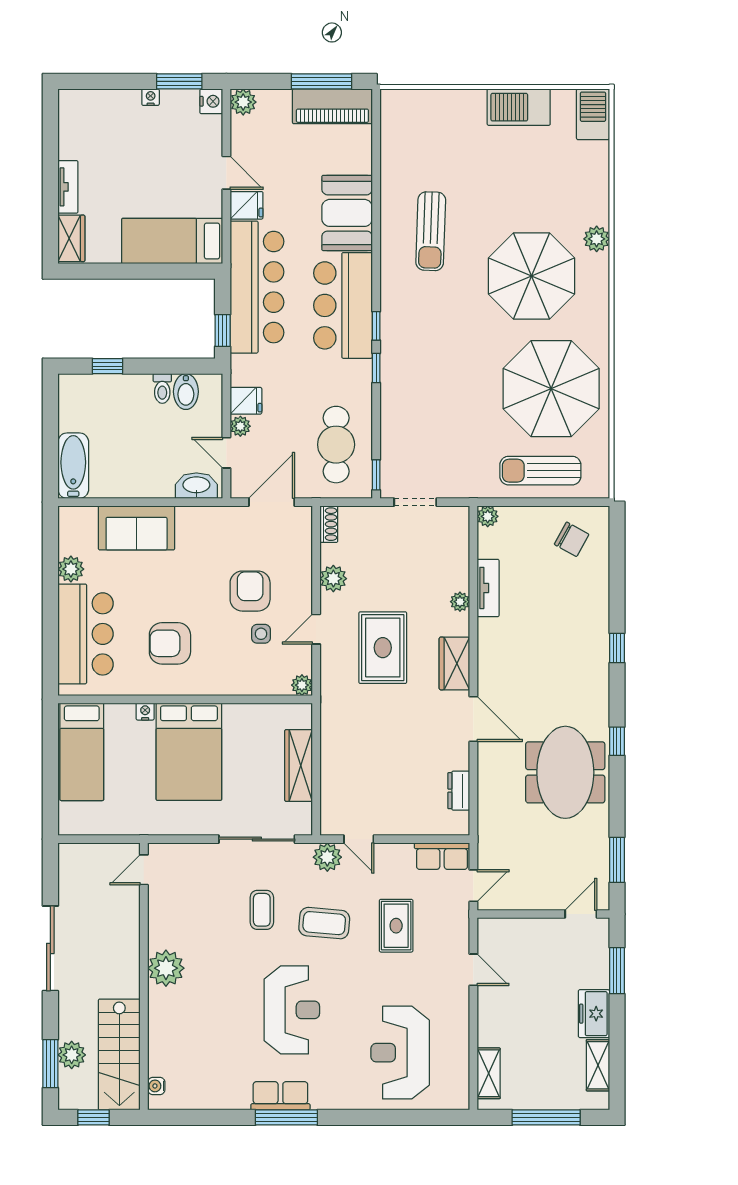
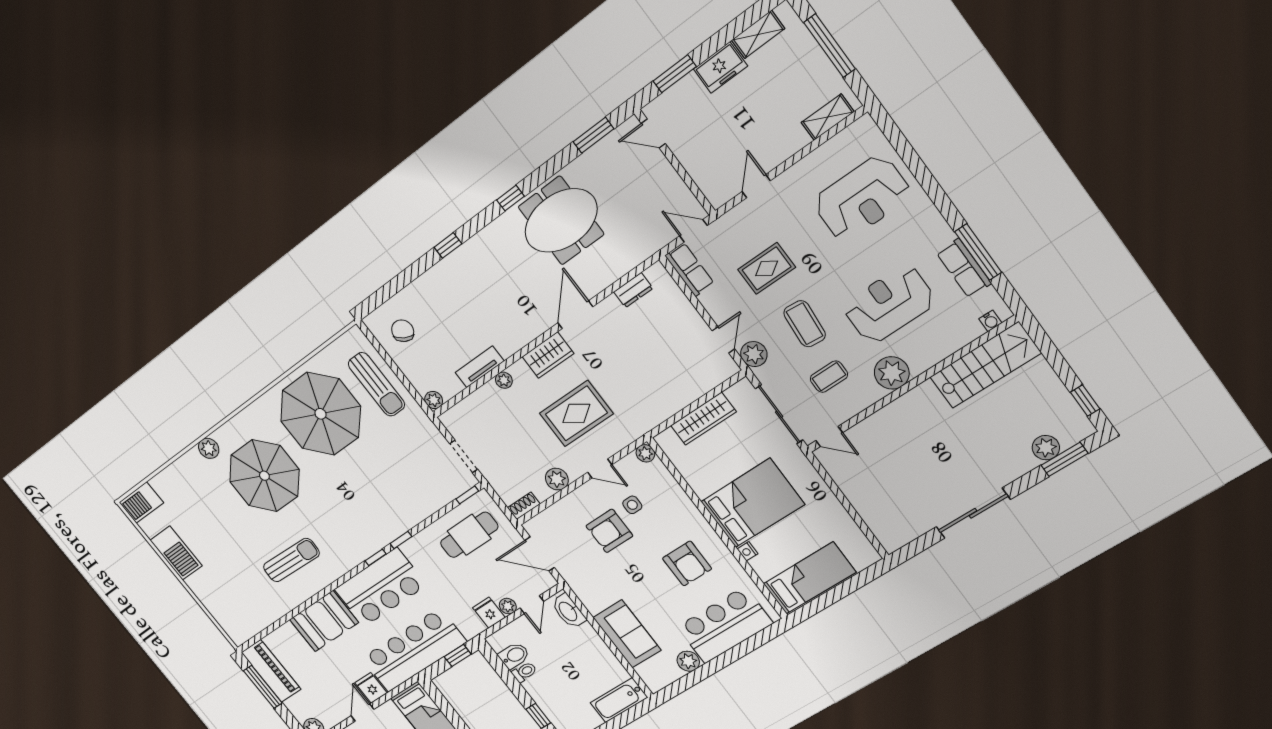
door: (144, 870) -> (829, 437), moved
plant: (166, 968) -> (892, 373), moved
wall: (144, 976) -> (910, 385), moved
stairs: (119, 1055) -> (985, 365), moved
water cooler: (156, 1086) -> (990, 321), moved

